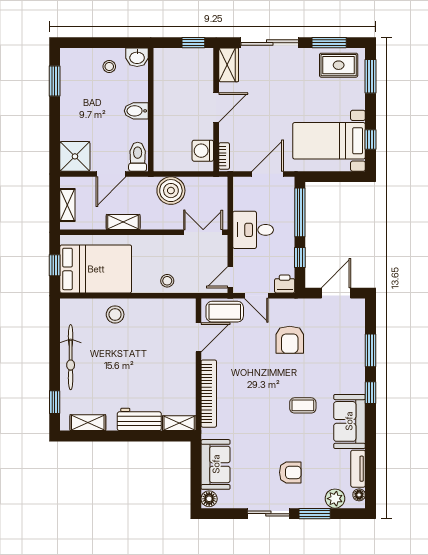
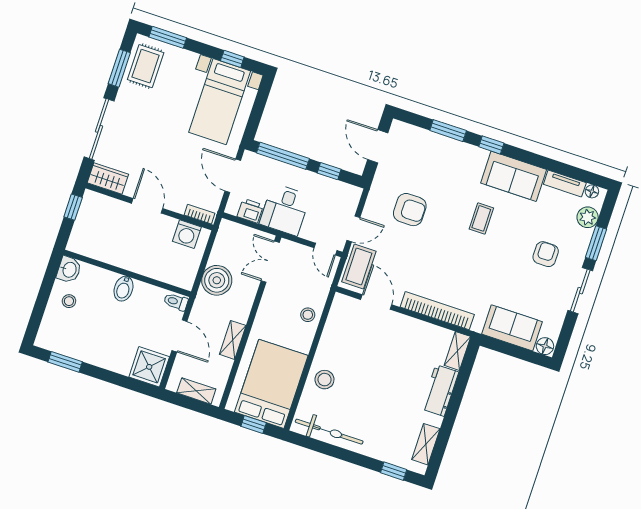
toilet: (138, 157) -> (176, 302), width x0.73, depth x0.72
printer: (285, 284) -> (250, 211), moved, turned 90
bicycle: (71, 357) -> (329, 432), moved

